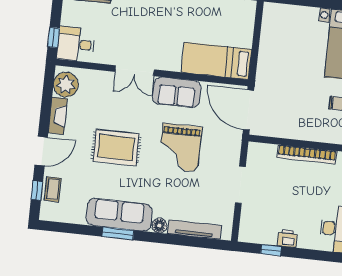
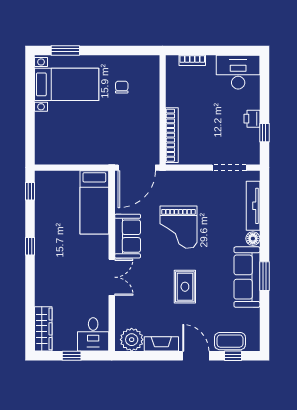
window: (54, 38) -> (72, 356), moved
rug: (116, 148) -> (185, 287), width x0.73, depth x0.70
grand piano: (180, 148) -> (178, 227), turned 90
bookcase: (307, 154) -> (172, 135), moved
doorway: (240, 185) -> (229, 168), moved
coffee table: (53, 189) -> (230, 341), width x1.36, depth x1.30

